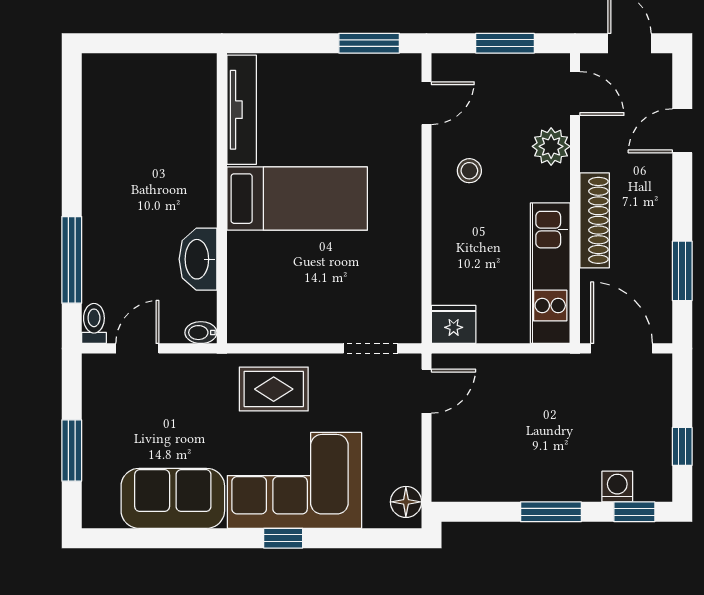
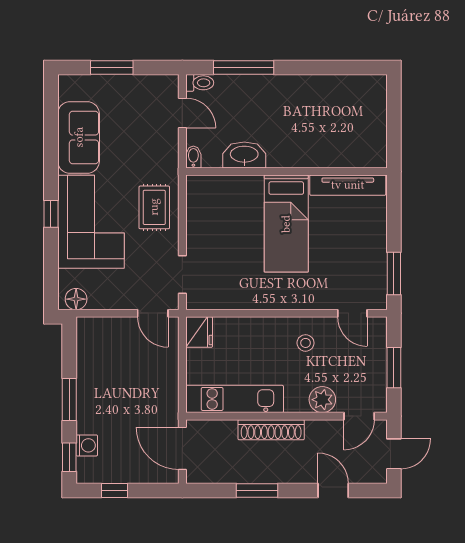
window: (682, 271) -> (257, 490), moved
door: (622, 348) -> (182, 448), swing flipped

